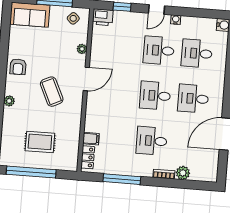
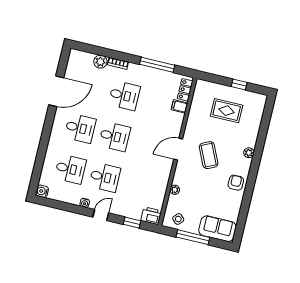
door: (86, 79) -> (178, 149), moved
window: (31, 172) -> (239, 85), width x0.32

